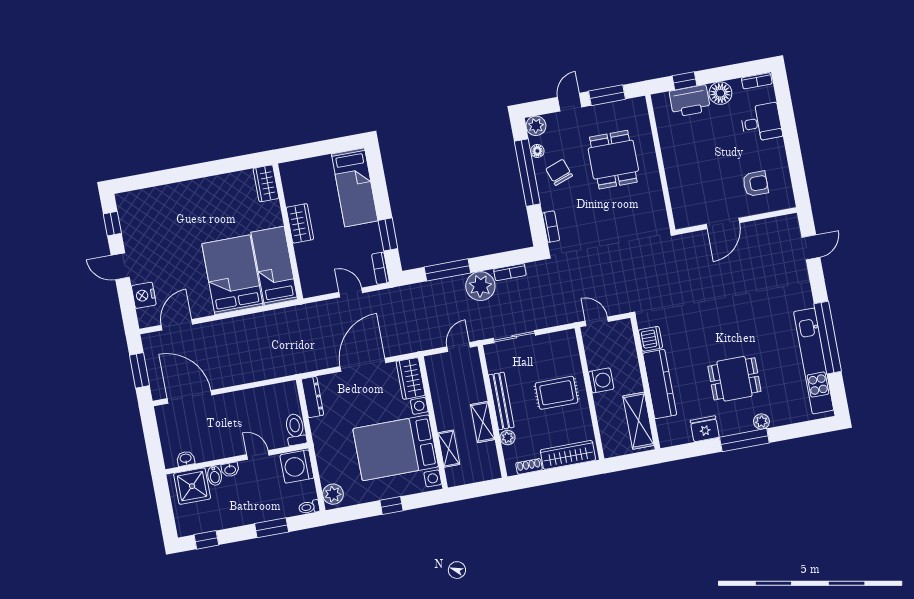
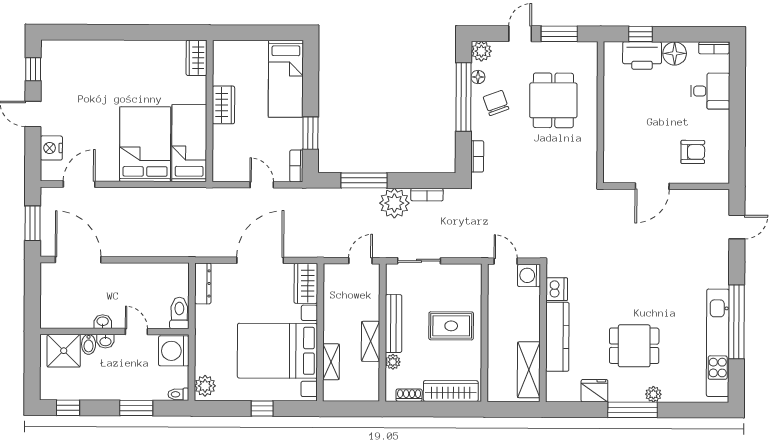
washing machine: (601, 380) -> (529, 275), moved, turned 180
washbasin: (186, 459) -> (103, 322), moved

